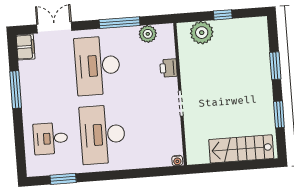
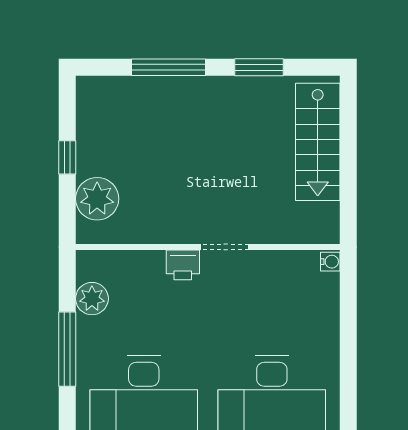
window: (275, 66) -> (169, 67), width x1.44
printer: (169, 68) -> (183, 265), moved

